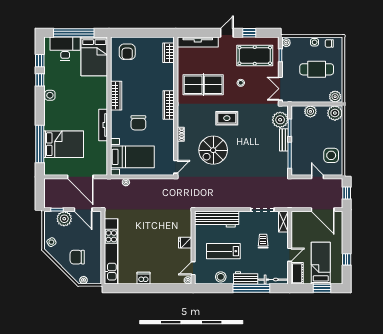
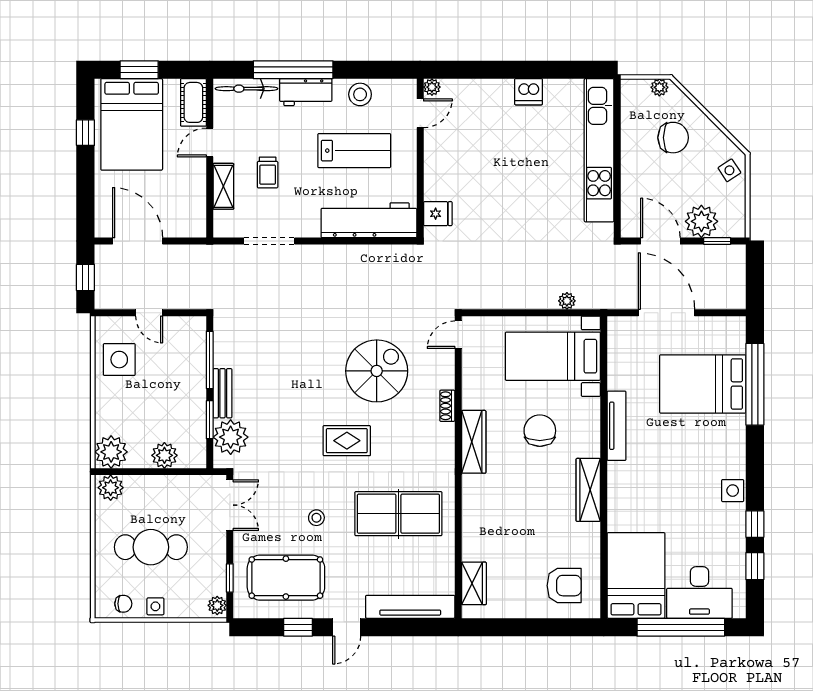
armchair: (127, 52) -> (564, 586), turned 90
wardrobe: (169, 105) -> (474, 442), moved
shelving: (283, 222) -> (223, 186), moved
fridge: (185, 243) -> (438, 214), moved
bed: (321, 263) -> (132, 124), width x1.50

